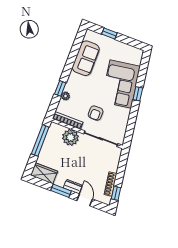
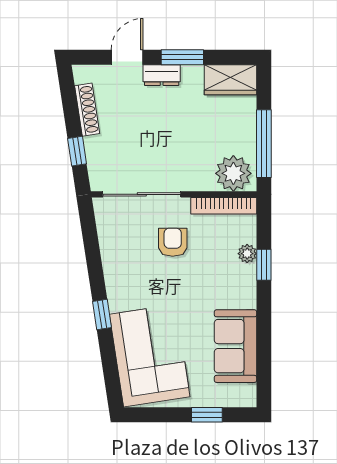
corner sofa: (121, 84) -> (150, 356), moved
plant: (70, 137) -> (233, 173), moved
window: (116, 193) -> (77, 151), moved
door: (85, 200) -> (127, 57), swing flipped

